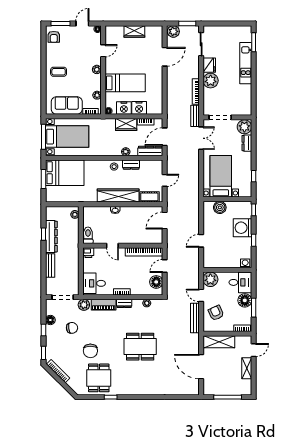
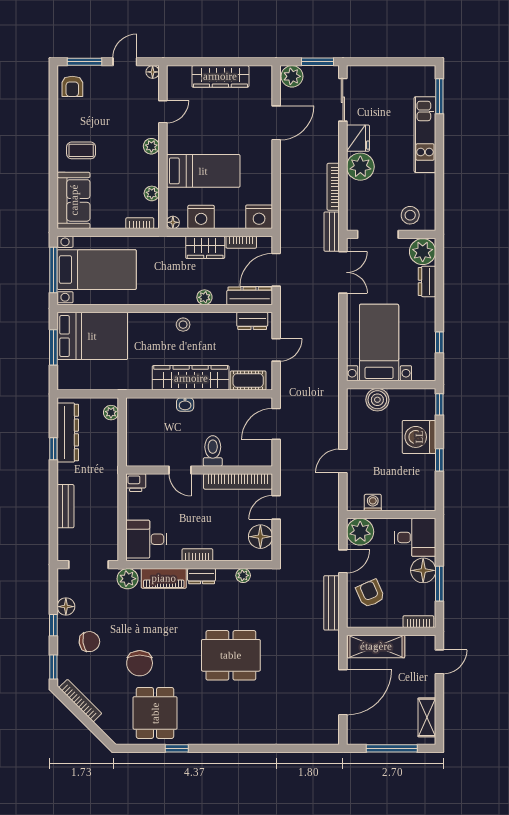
wardrobe: (134, 31) -> (220, 76), width x1.50
sofa: (67, 105) -> (74, 200), moved, turned 90
stool: (238, 107) -> (410, 215), added
nightstand: (139, 108) -> (259, 217), moved
dresser: (131, 165) -> (252, 321), moved
toilet: (88, 235) -> (213, 451), moved
dresser: (51, 237) -> (68, 432), moved
washing machine: (245, 263) -> (373, 502), moved
door: (201, 295) -> (343, 561), swing flipped
chair: (72, 328) -> (89, 642), moved
door: (201, 367) -> (343, 692), swing flipped
shelving: (247, 368) -> (427, 717), moved

